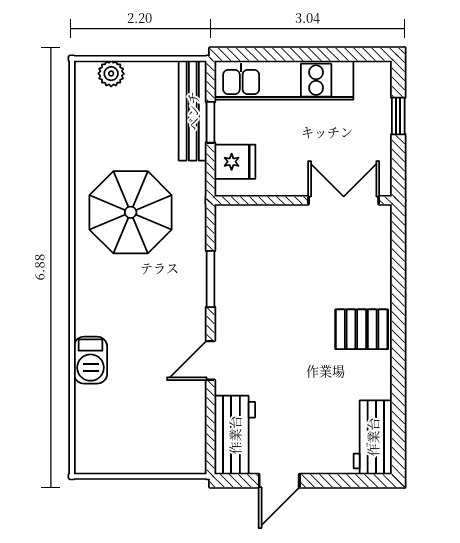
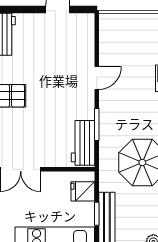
workbench: (235, 435) -> (83, 143), moved

